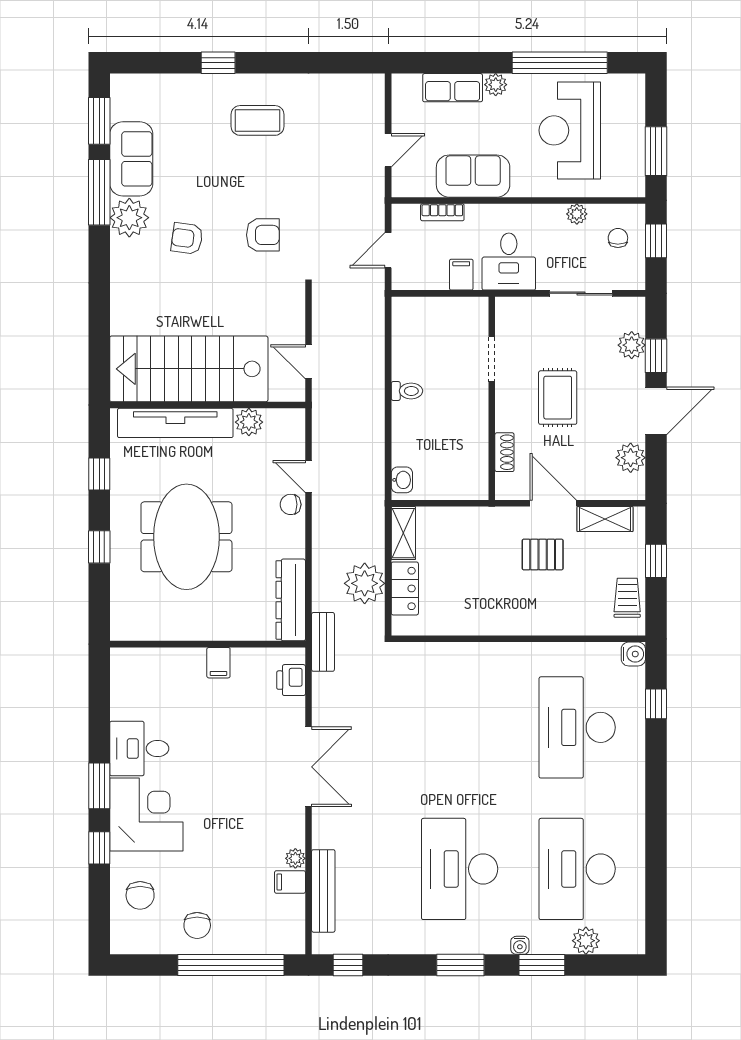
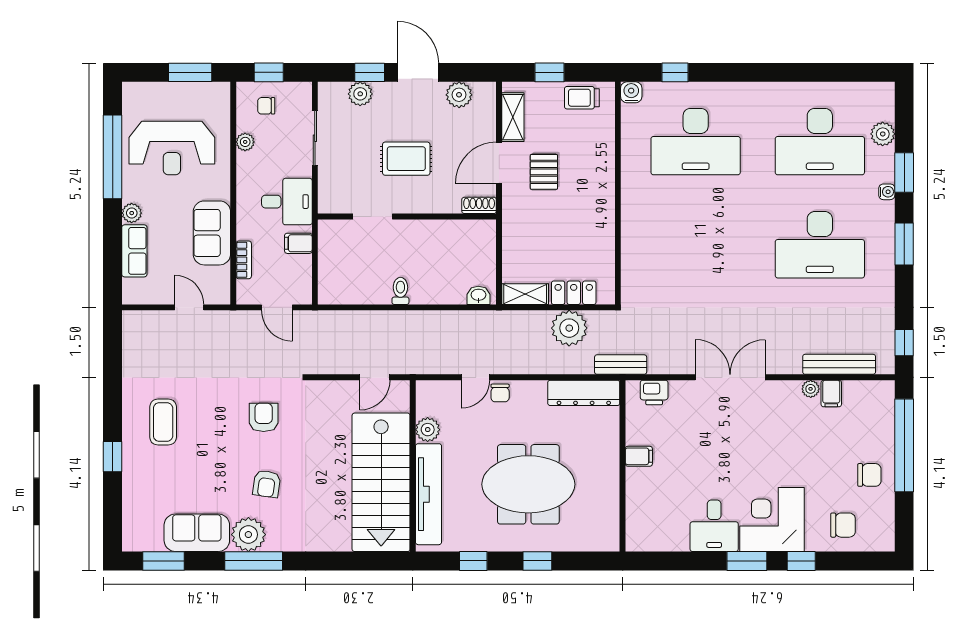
window: (99, 192) -> (254, 561), moved
shoe rack: (504, 452) -> (479, 205), moved

